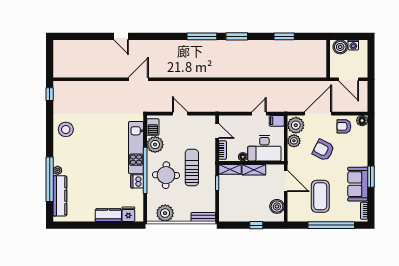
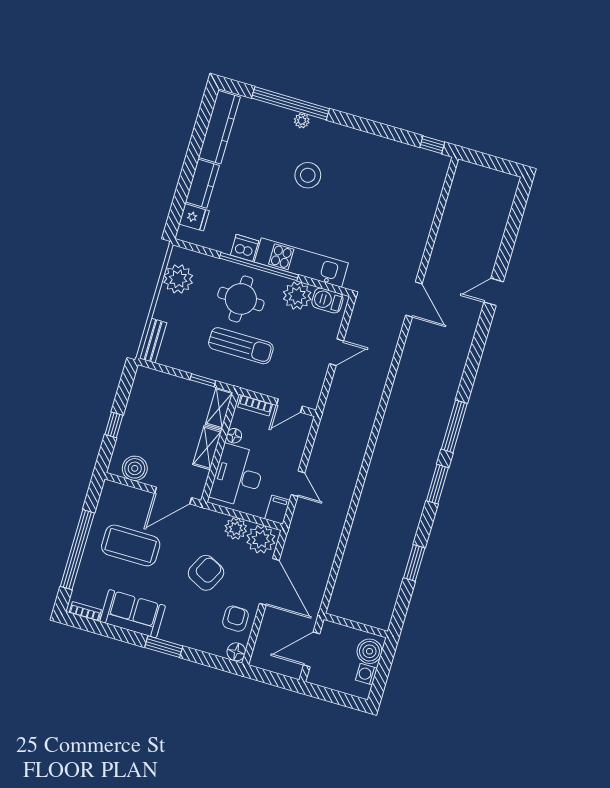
stool: (66, 129) -> (308, 175), moved
window: (371, 177) -> (164, 647), moved
kitchen counter: (60, 196) -> (219, 127), moved, turned -90

